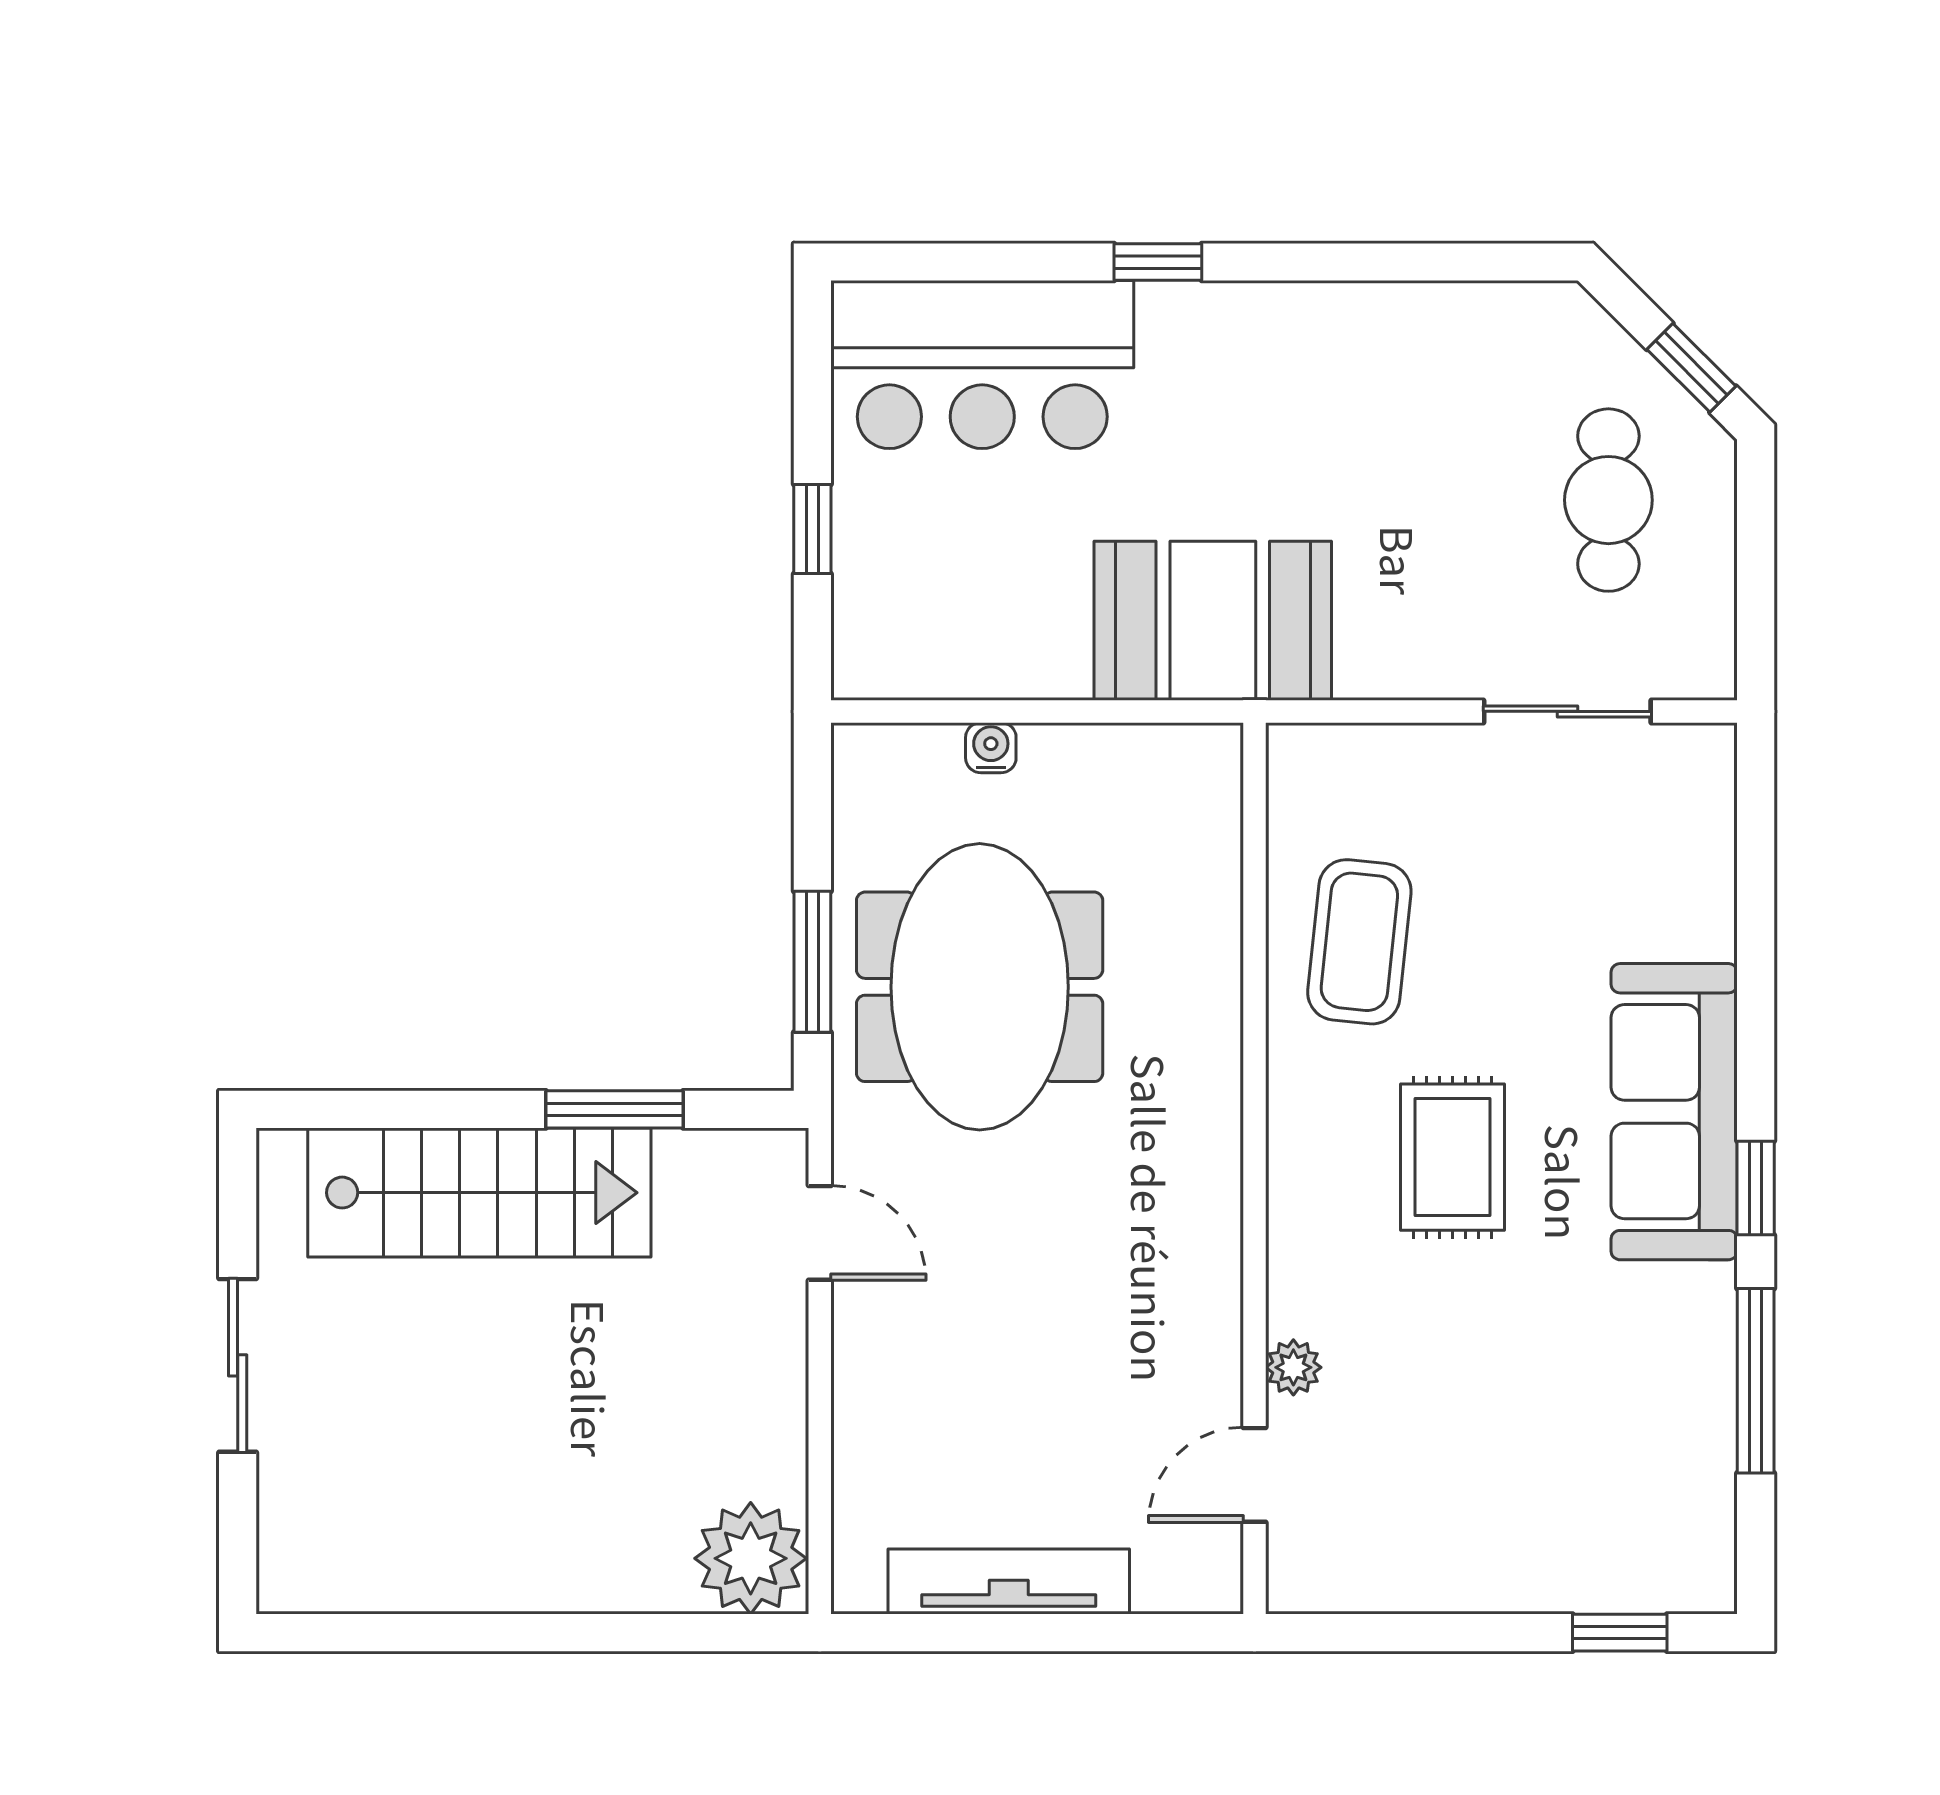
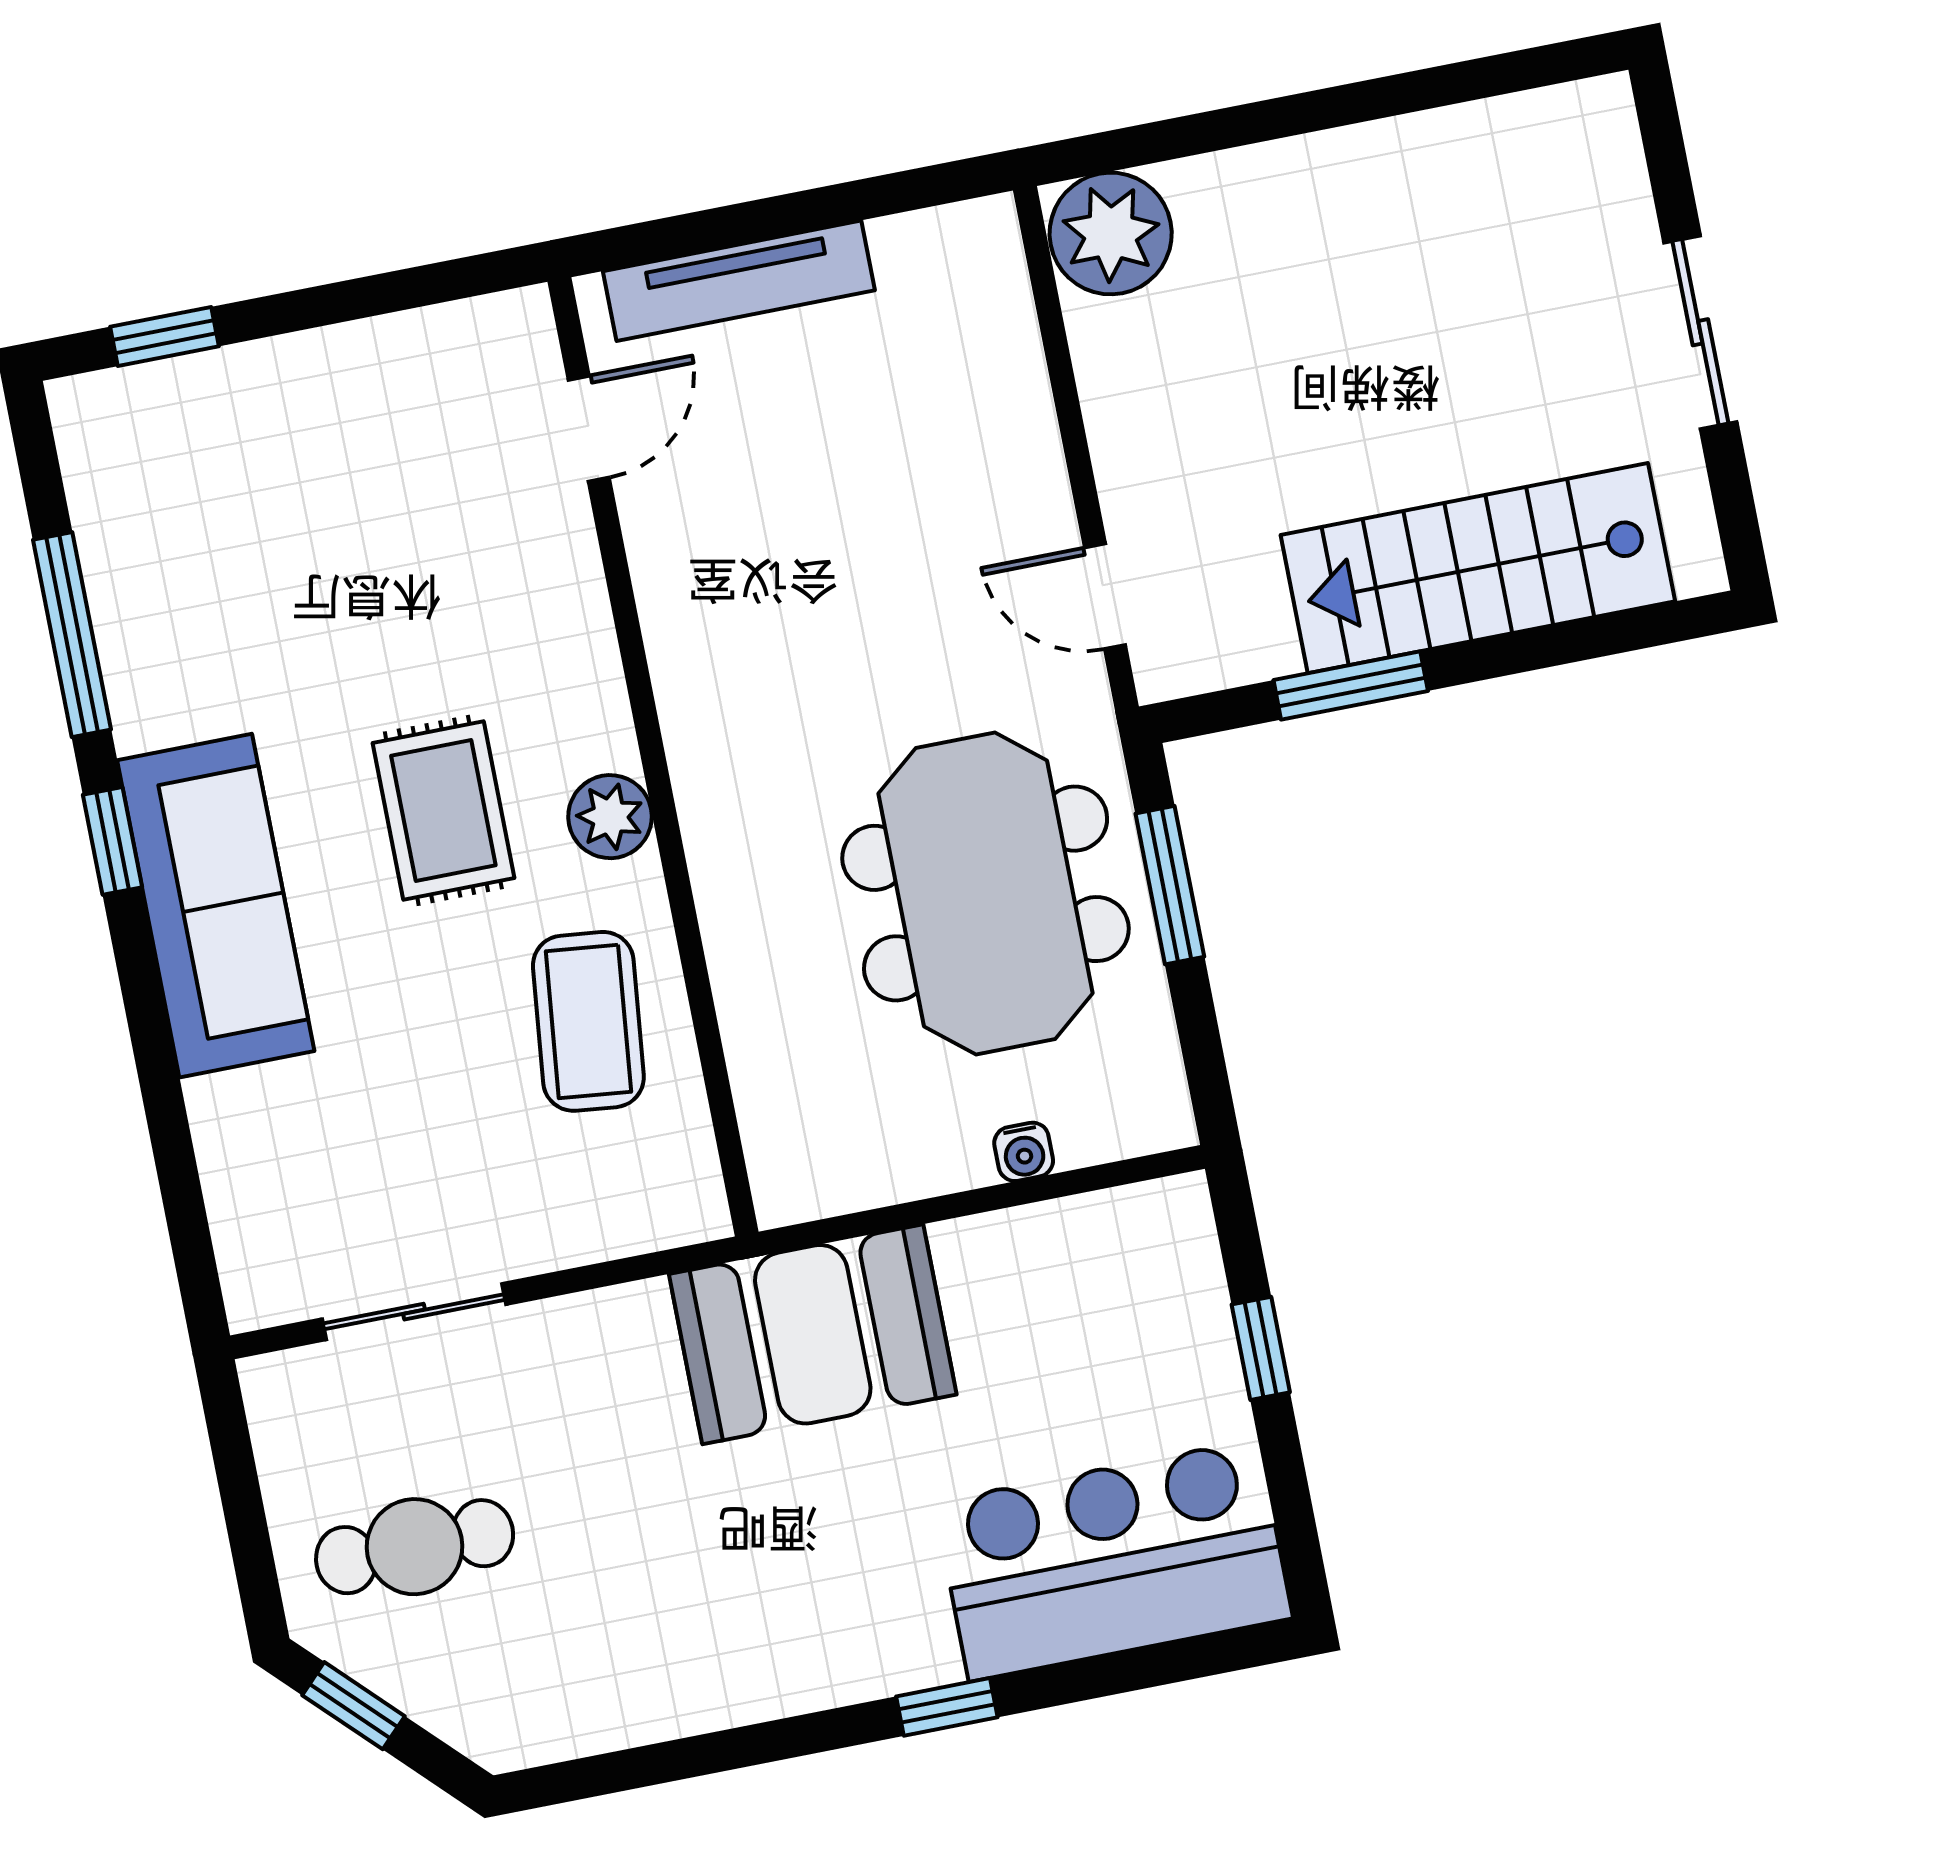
cafe table: (1608, 500) -> (415, 1547), turned 90
plant: (1293, 1367) -> (610, 817), moved, width x1.38, depth x1.38
tv unit: (1009, 1581) -> (739, 281), moved

